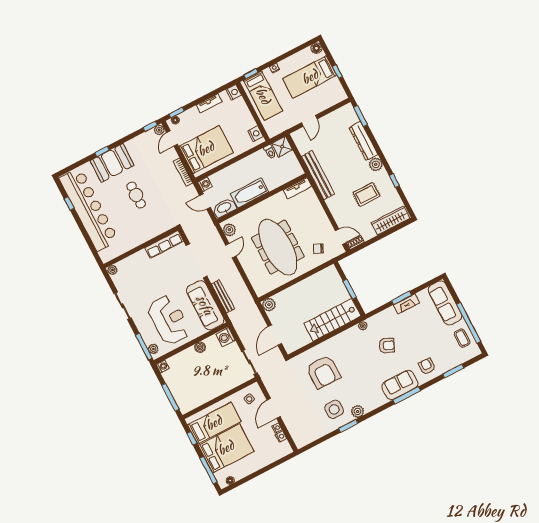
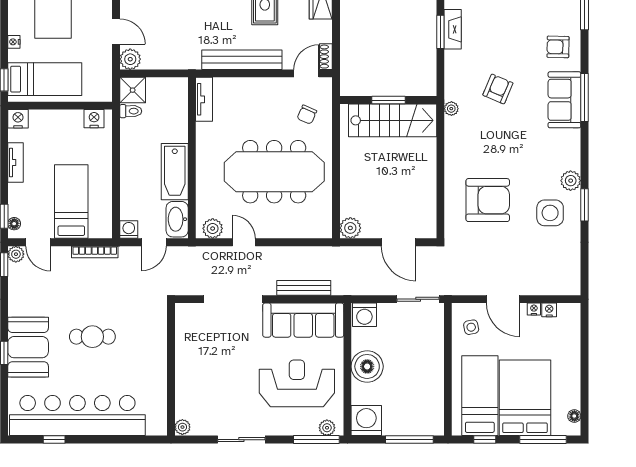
plant: (298, 137) -> (130, 59), added
bed: (206, 149) -> (71, 202), width x0.67
bench: (318, 175) -> (242, 60), moved
row of seats: (164, 244) -> (185, 334), removed
stairs: (333, 320) -> (393, 120), moved, turned -90
boiler: (200, 347) -> (367, 366), width x1.86, depth x1.86
washing machine: (162, 367) -> (366, 421), width x1.89, depth x1.89

